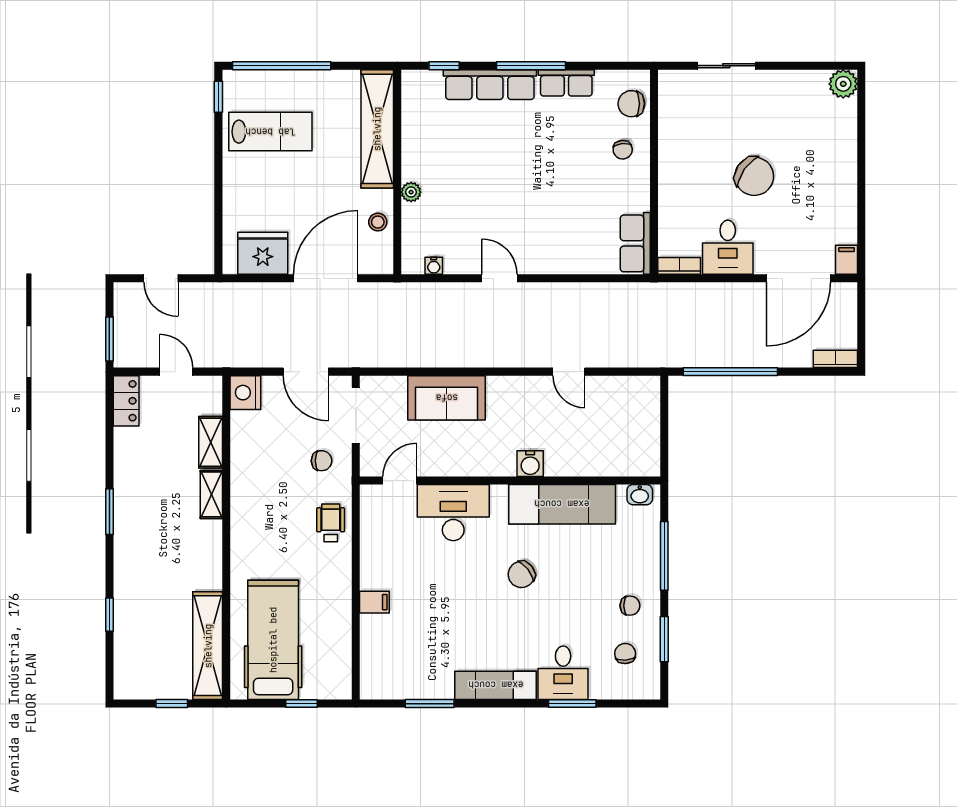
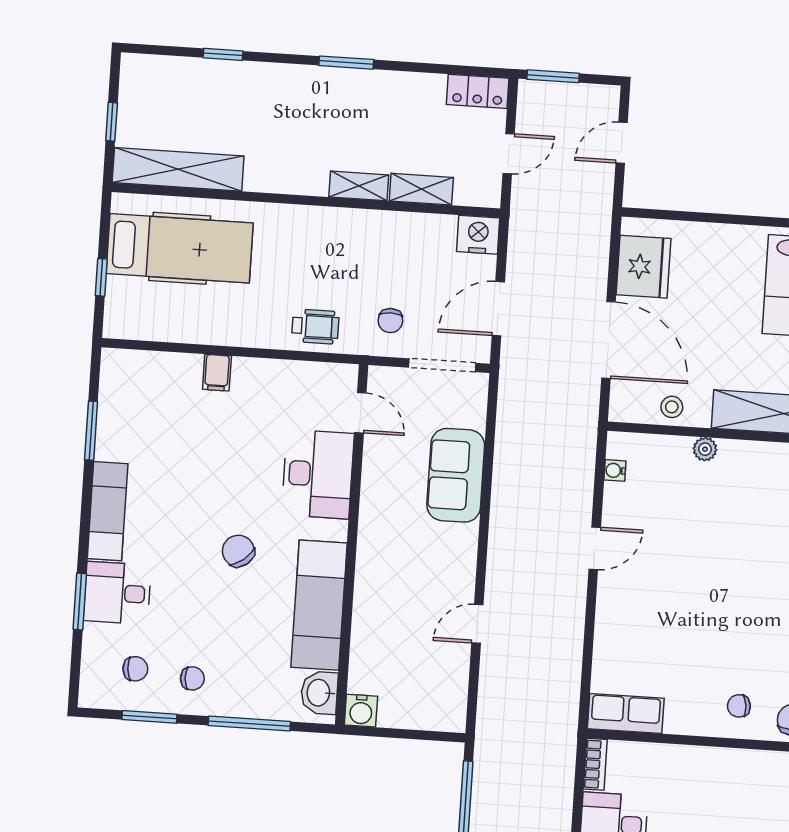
water cooler: (530, 464) -> (361, 711), moved, turned -90
washbasin: (640, 495) -> (319, 693), width x1.38, depth x1.45
chair: (630, 606) -> (192, 678), turned -92

